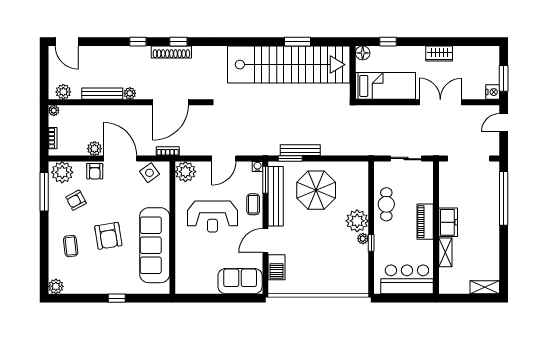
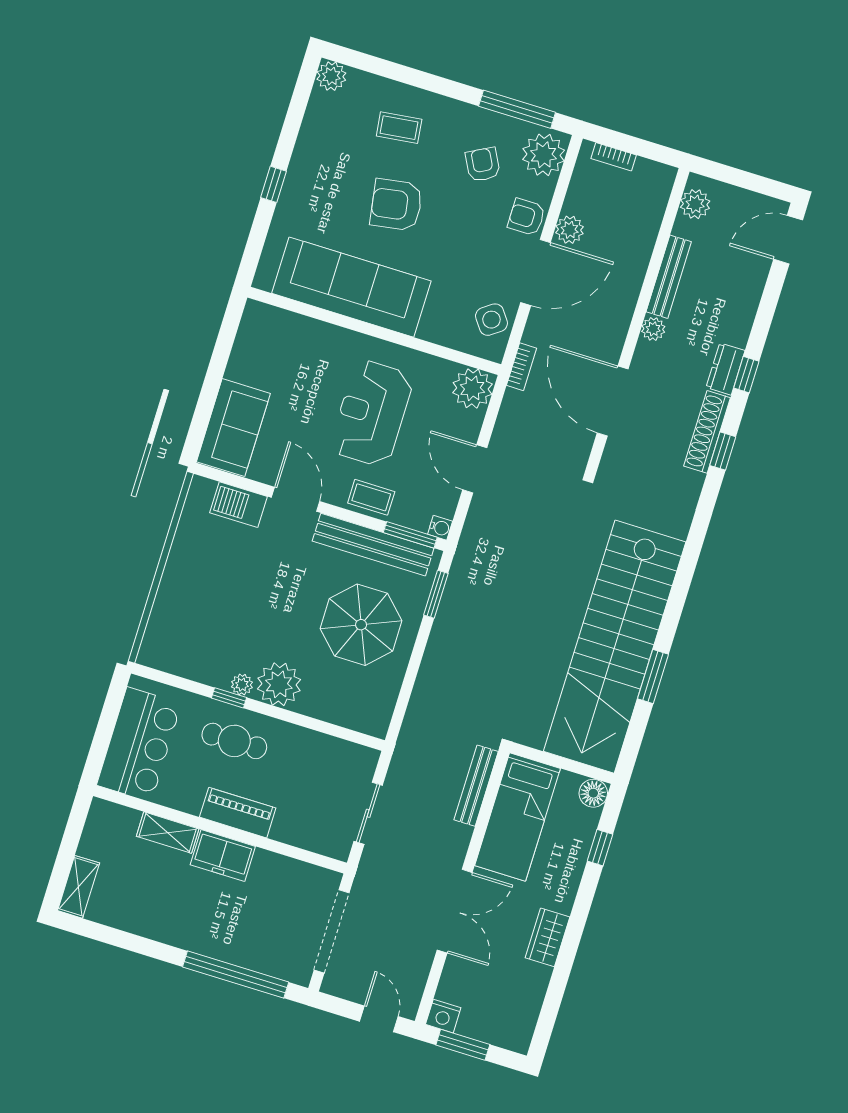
dresser: (138, 52) -> (725, 369), added
plant: (54, 110) -> (665, 175), removed
bench: (300, 150) -> (476, 786), moved
cafe table: (386, 204) -> (234, 741), moved

